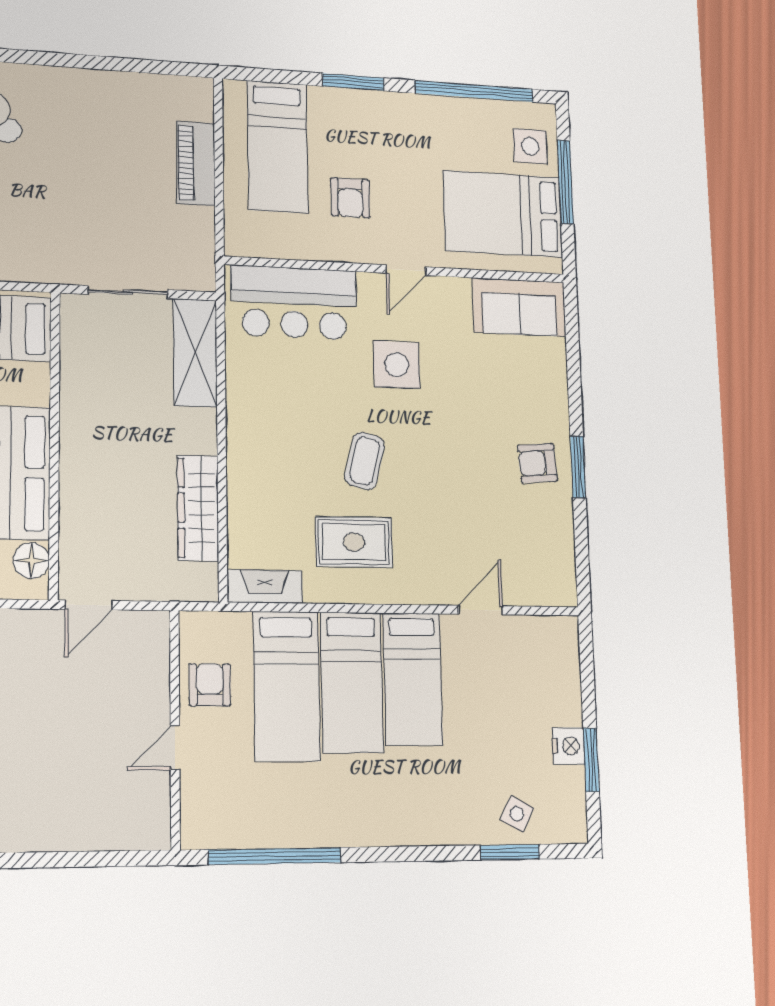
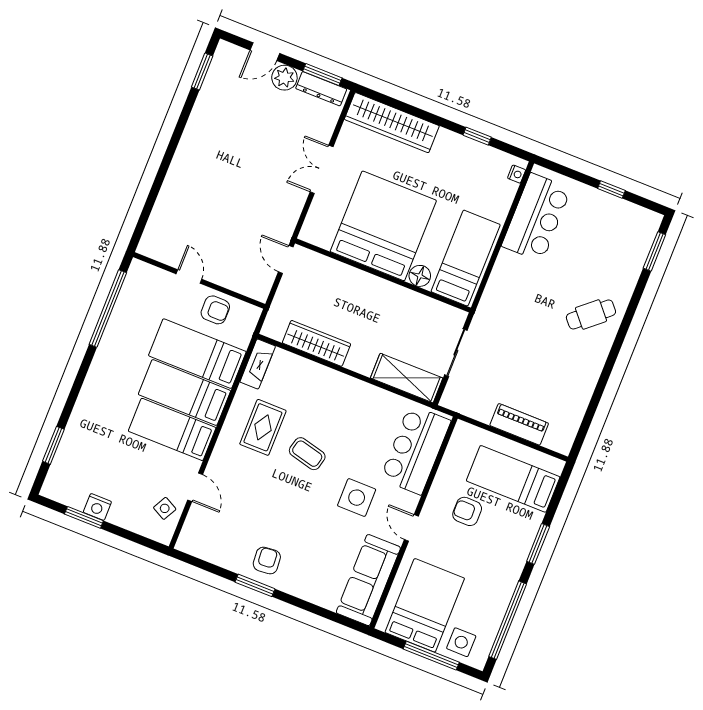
sofa: (519, 307) -> (368, 580), width x1.36
floor lamp: (31, 561) -> (420, 276), moved
side table: (517, 814) -> (165, 508), moved

